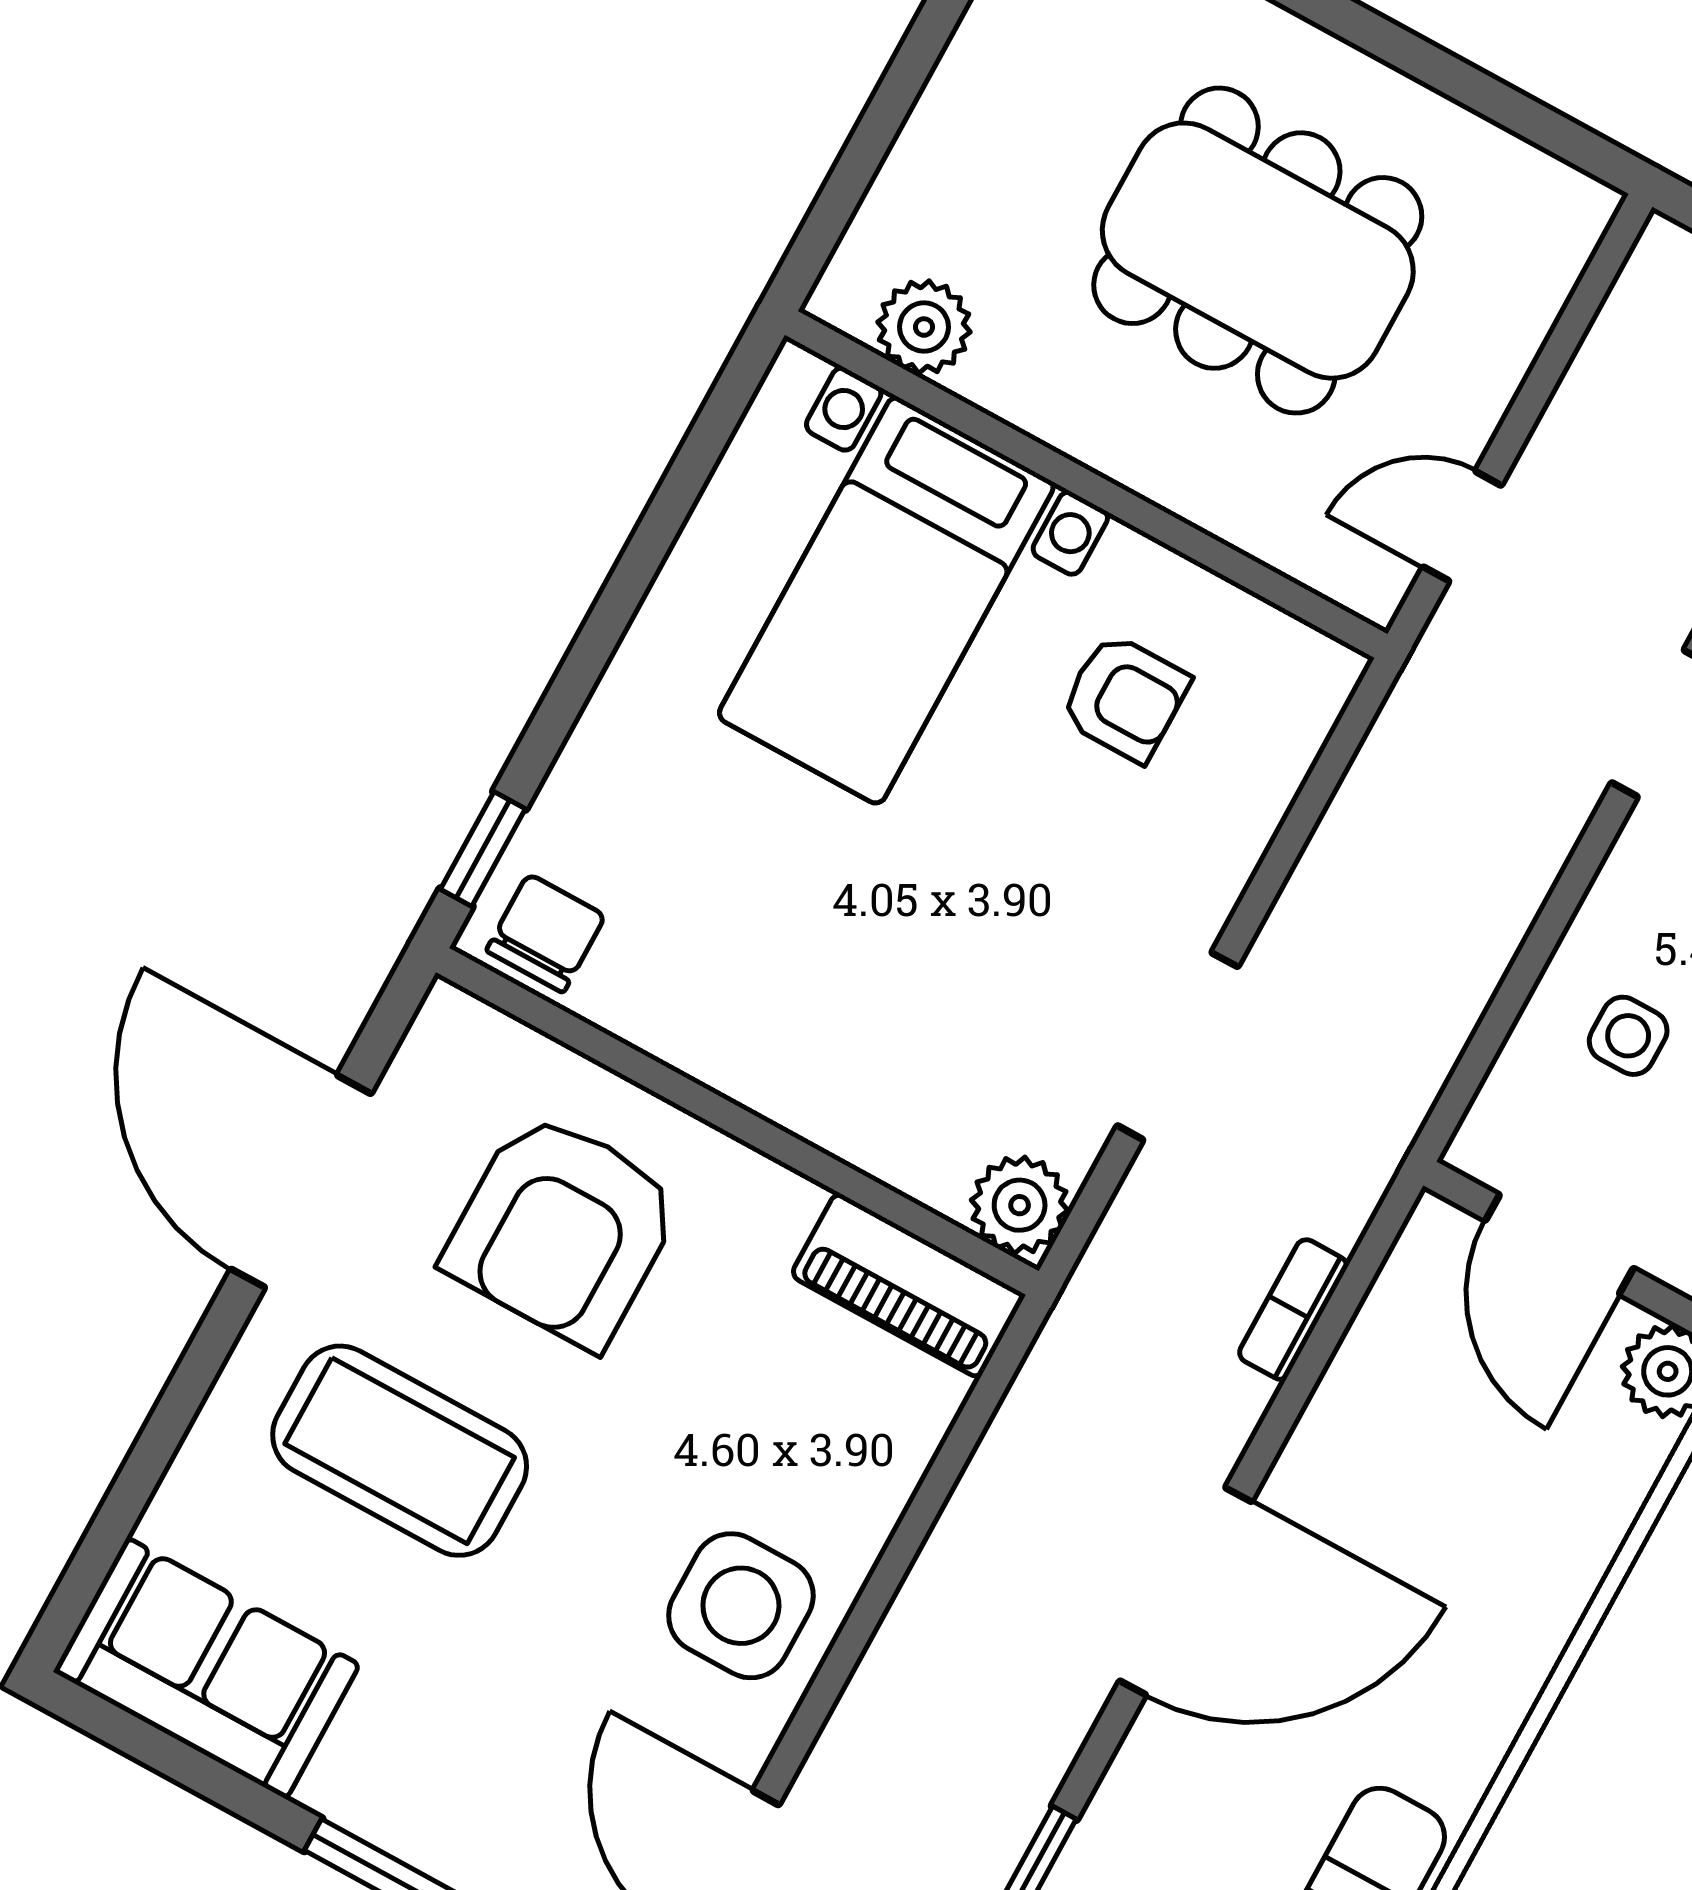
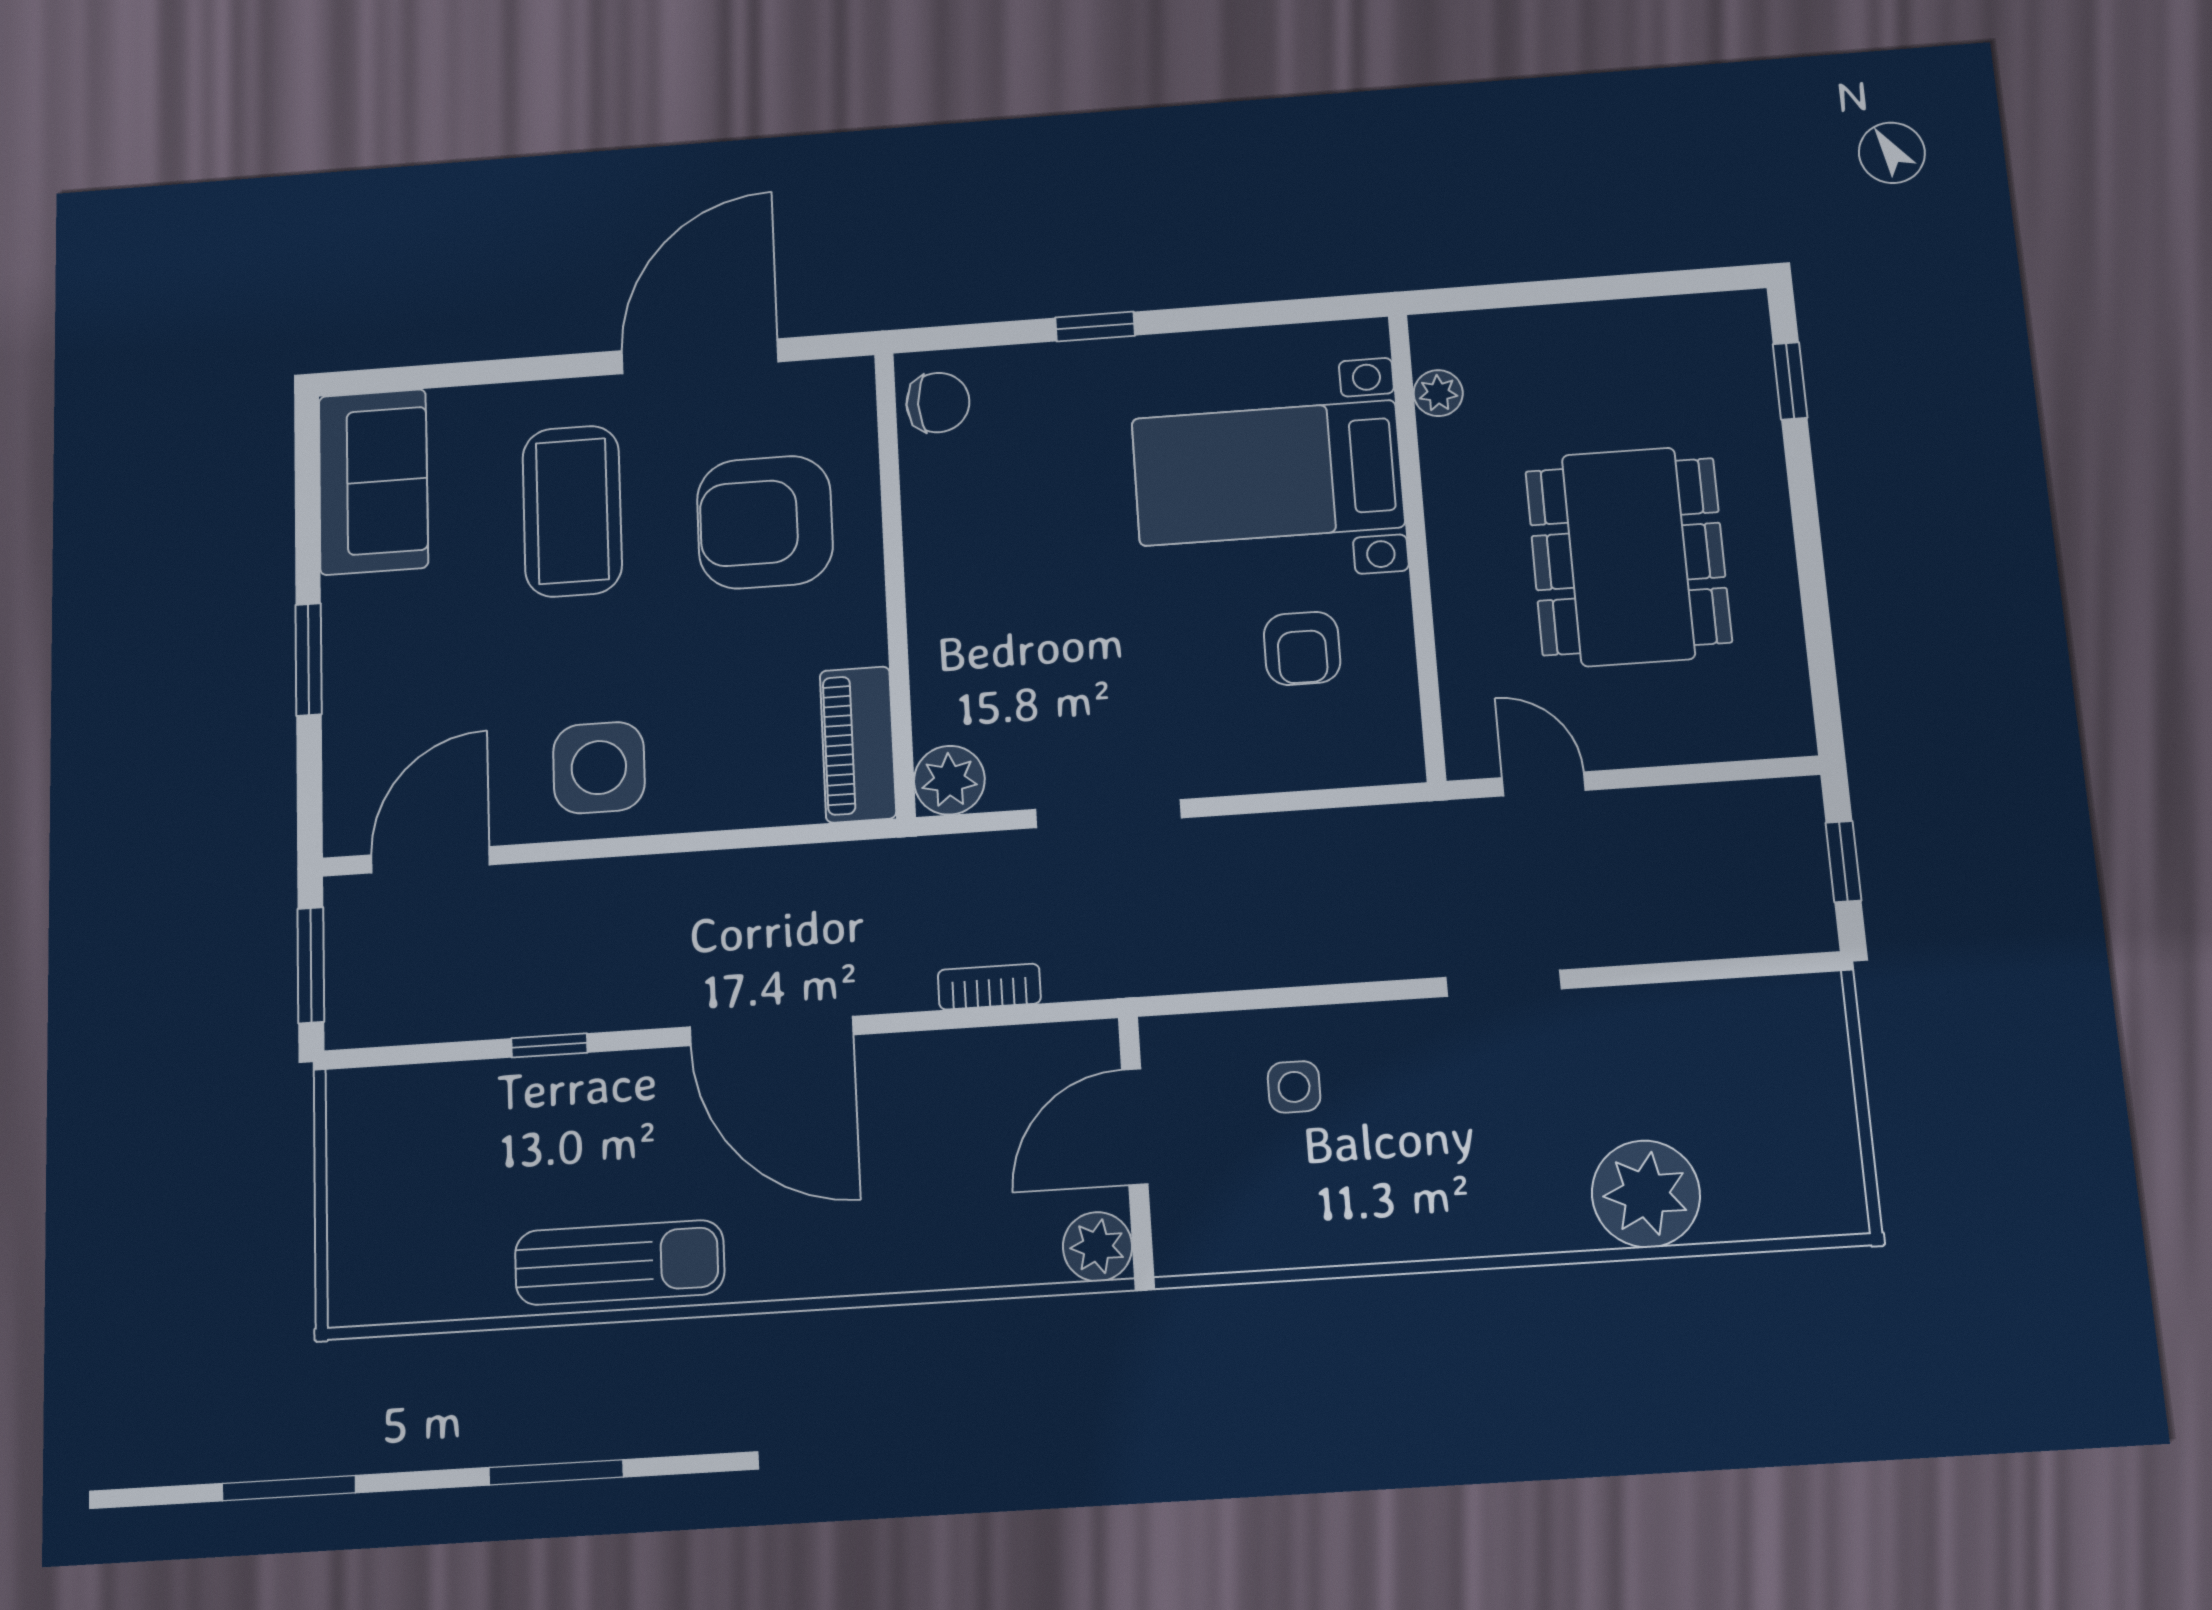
plant: (924, 327) -> (1438, 393), width x0.73, depth x0.73
window: (483, 849) -> (1095, 327), moved

